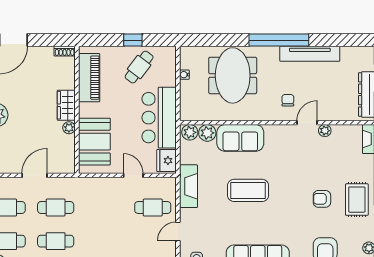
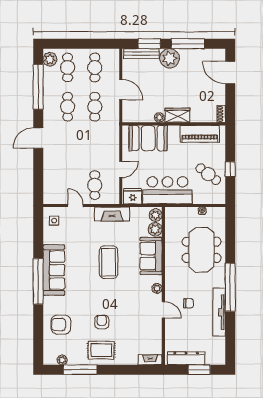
meeting table: (233, 75) -> (202, 250), turned 90
chair: (288, 100) -> (188, 303), moved
plant: (325, 131) -> (157, 288), moved

